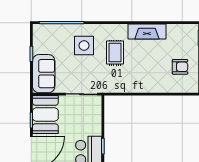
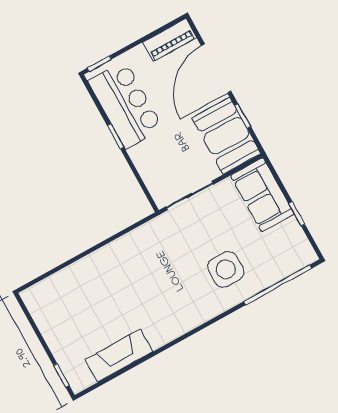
fireplace: (147, 31) -> (119, 356), moved
rug: (115, 53) -> (174, 284), removed
armchair: (180, 67) -> (67, 316), removed

